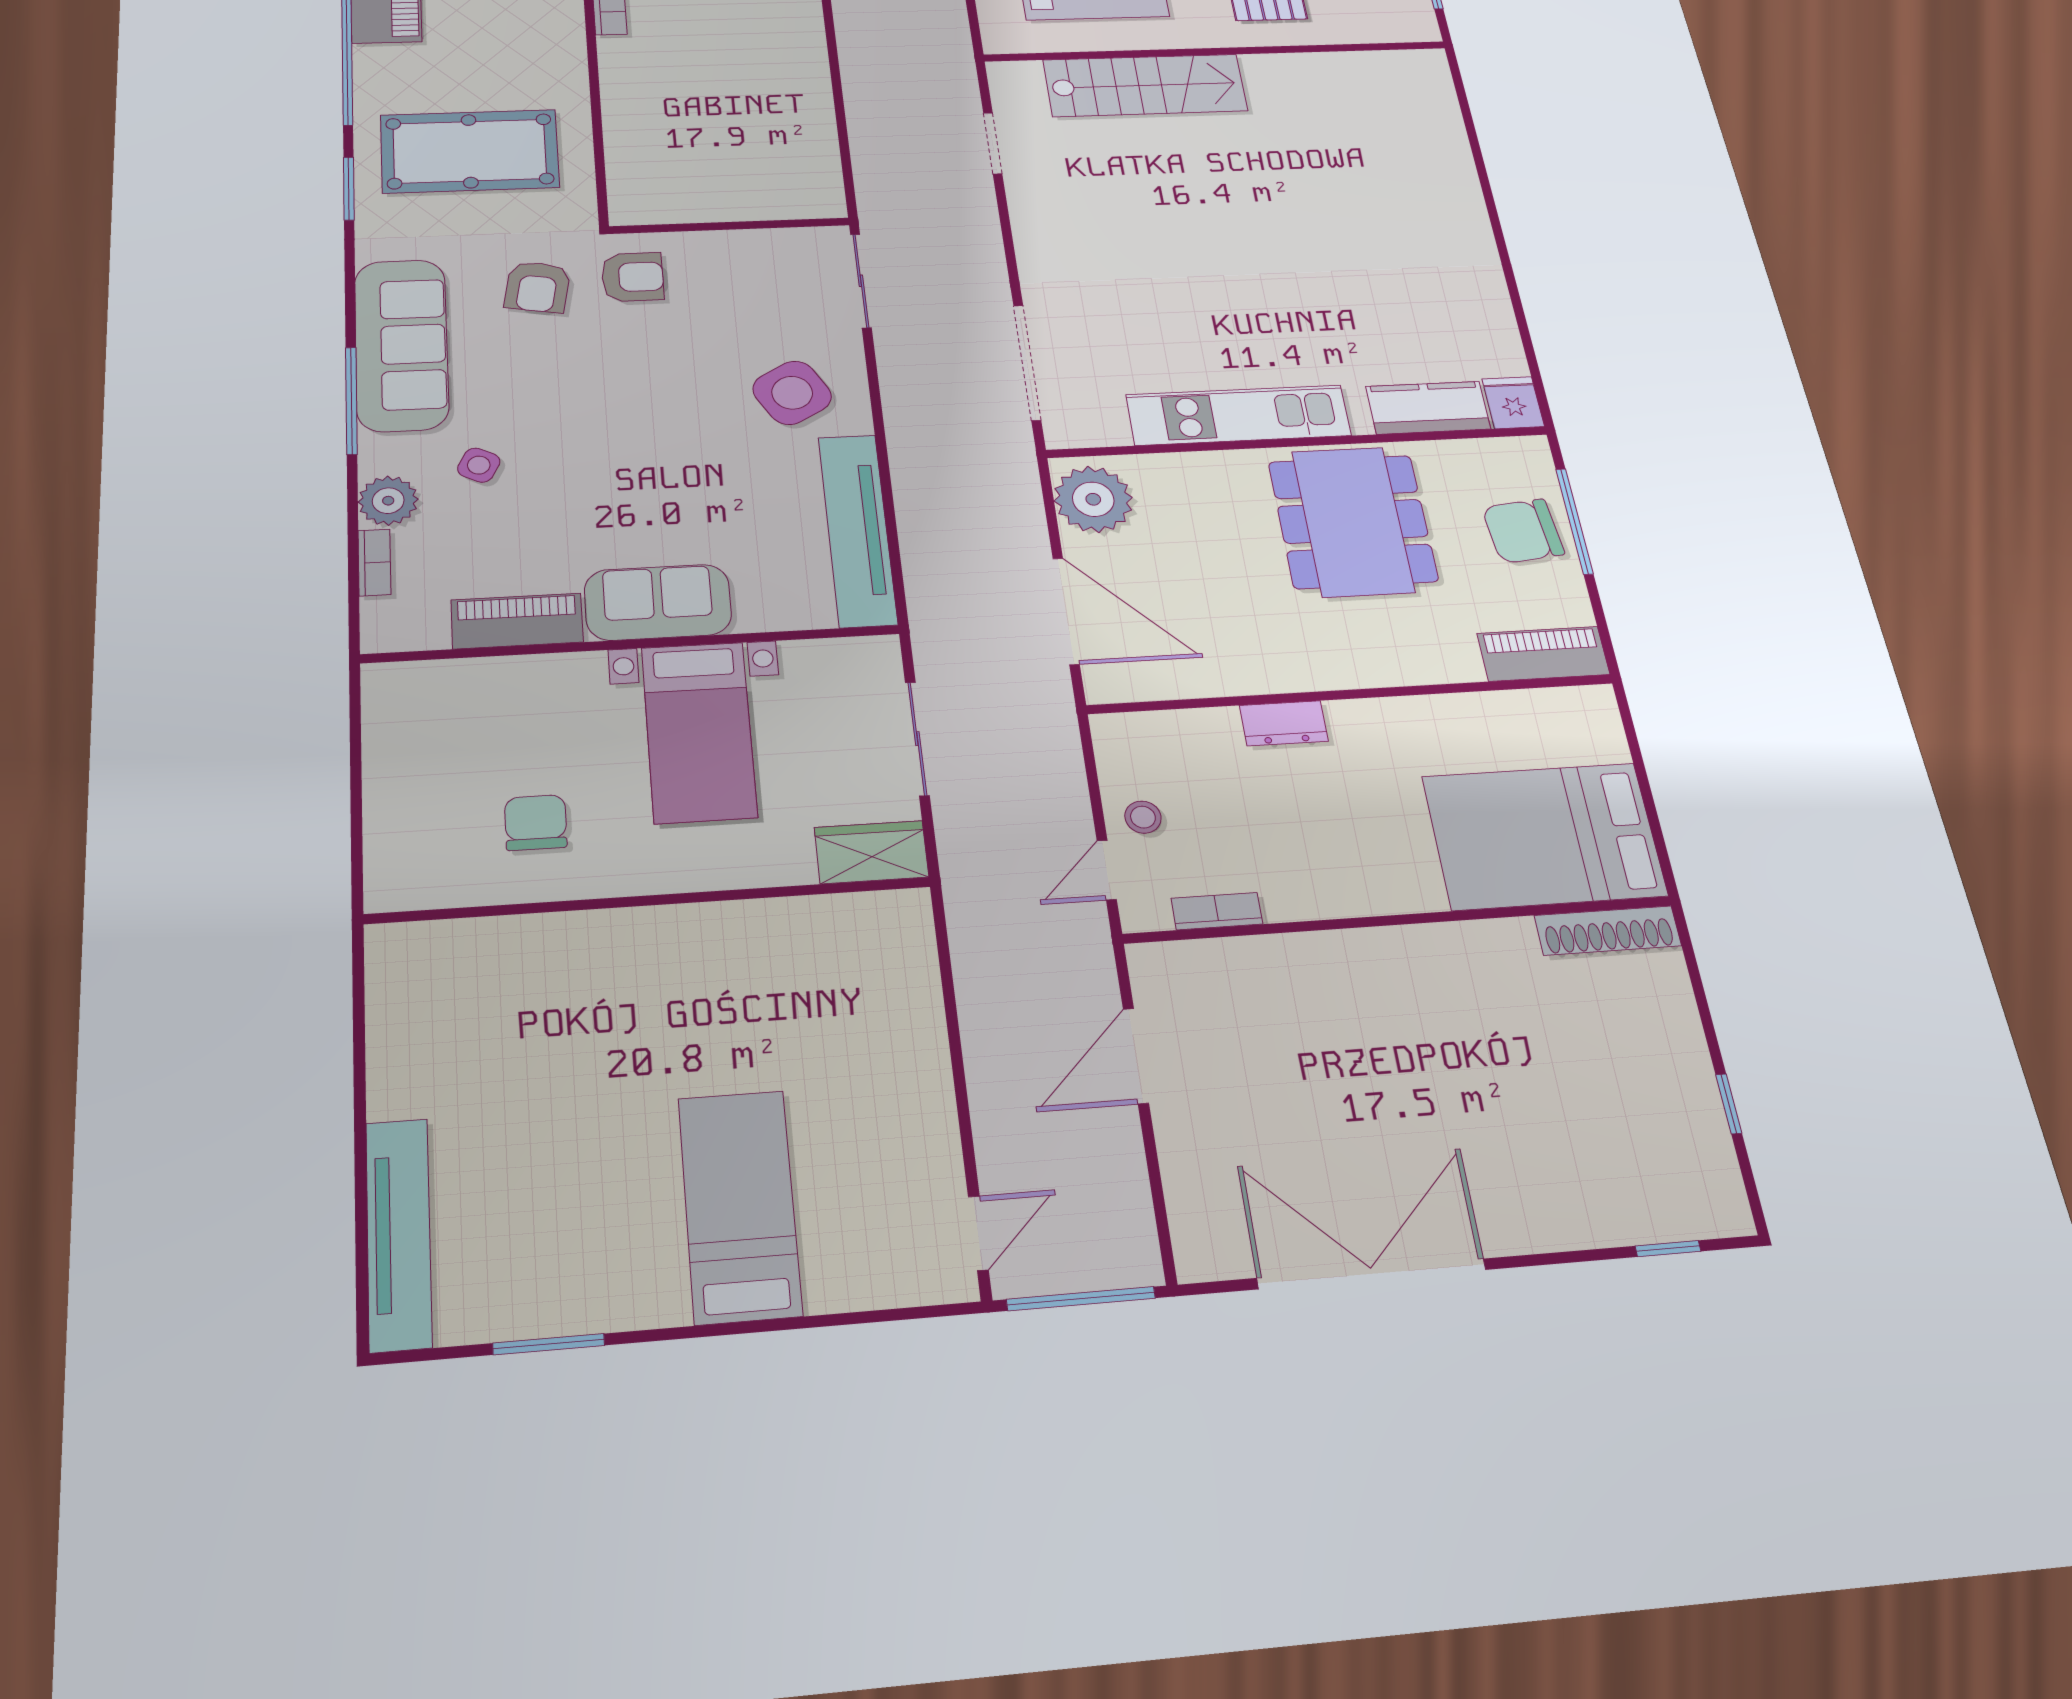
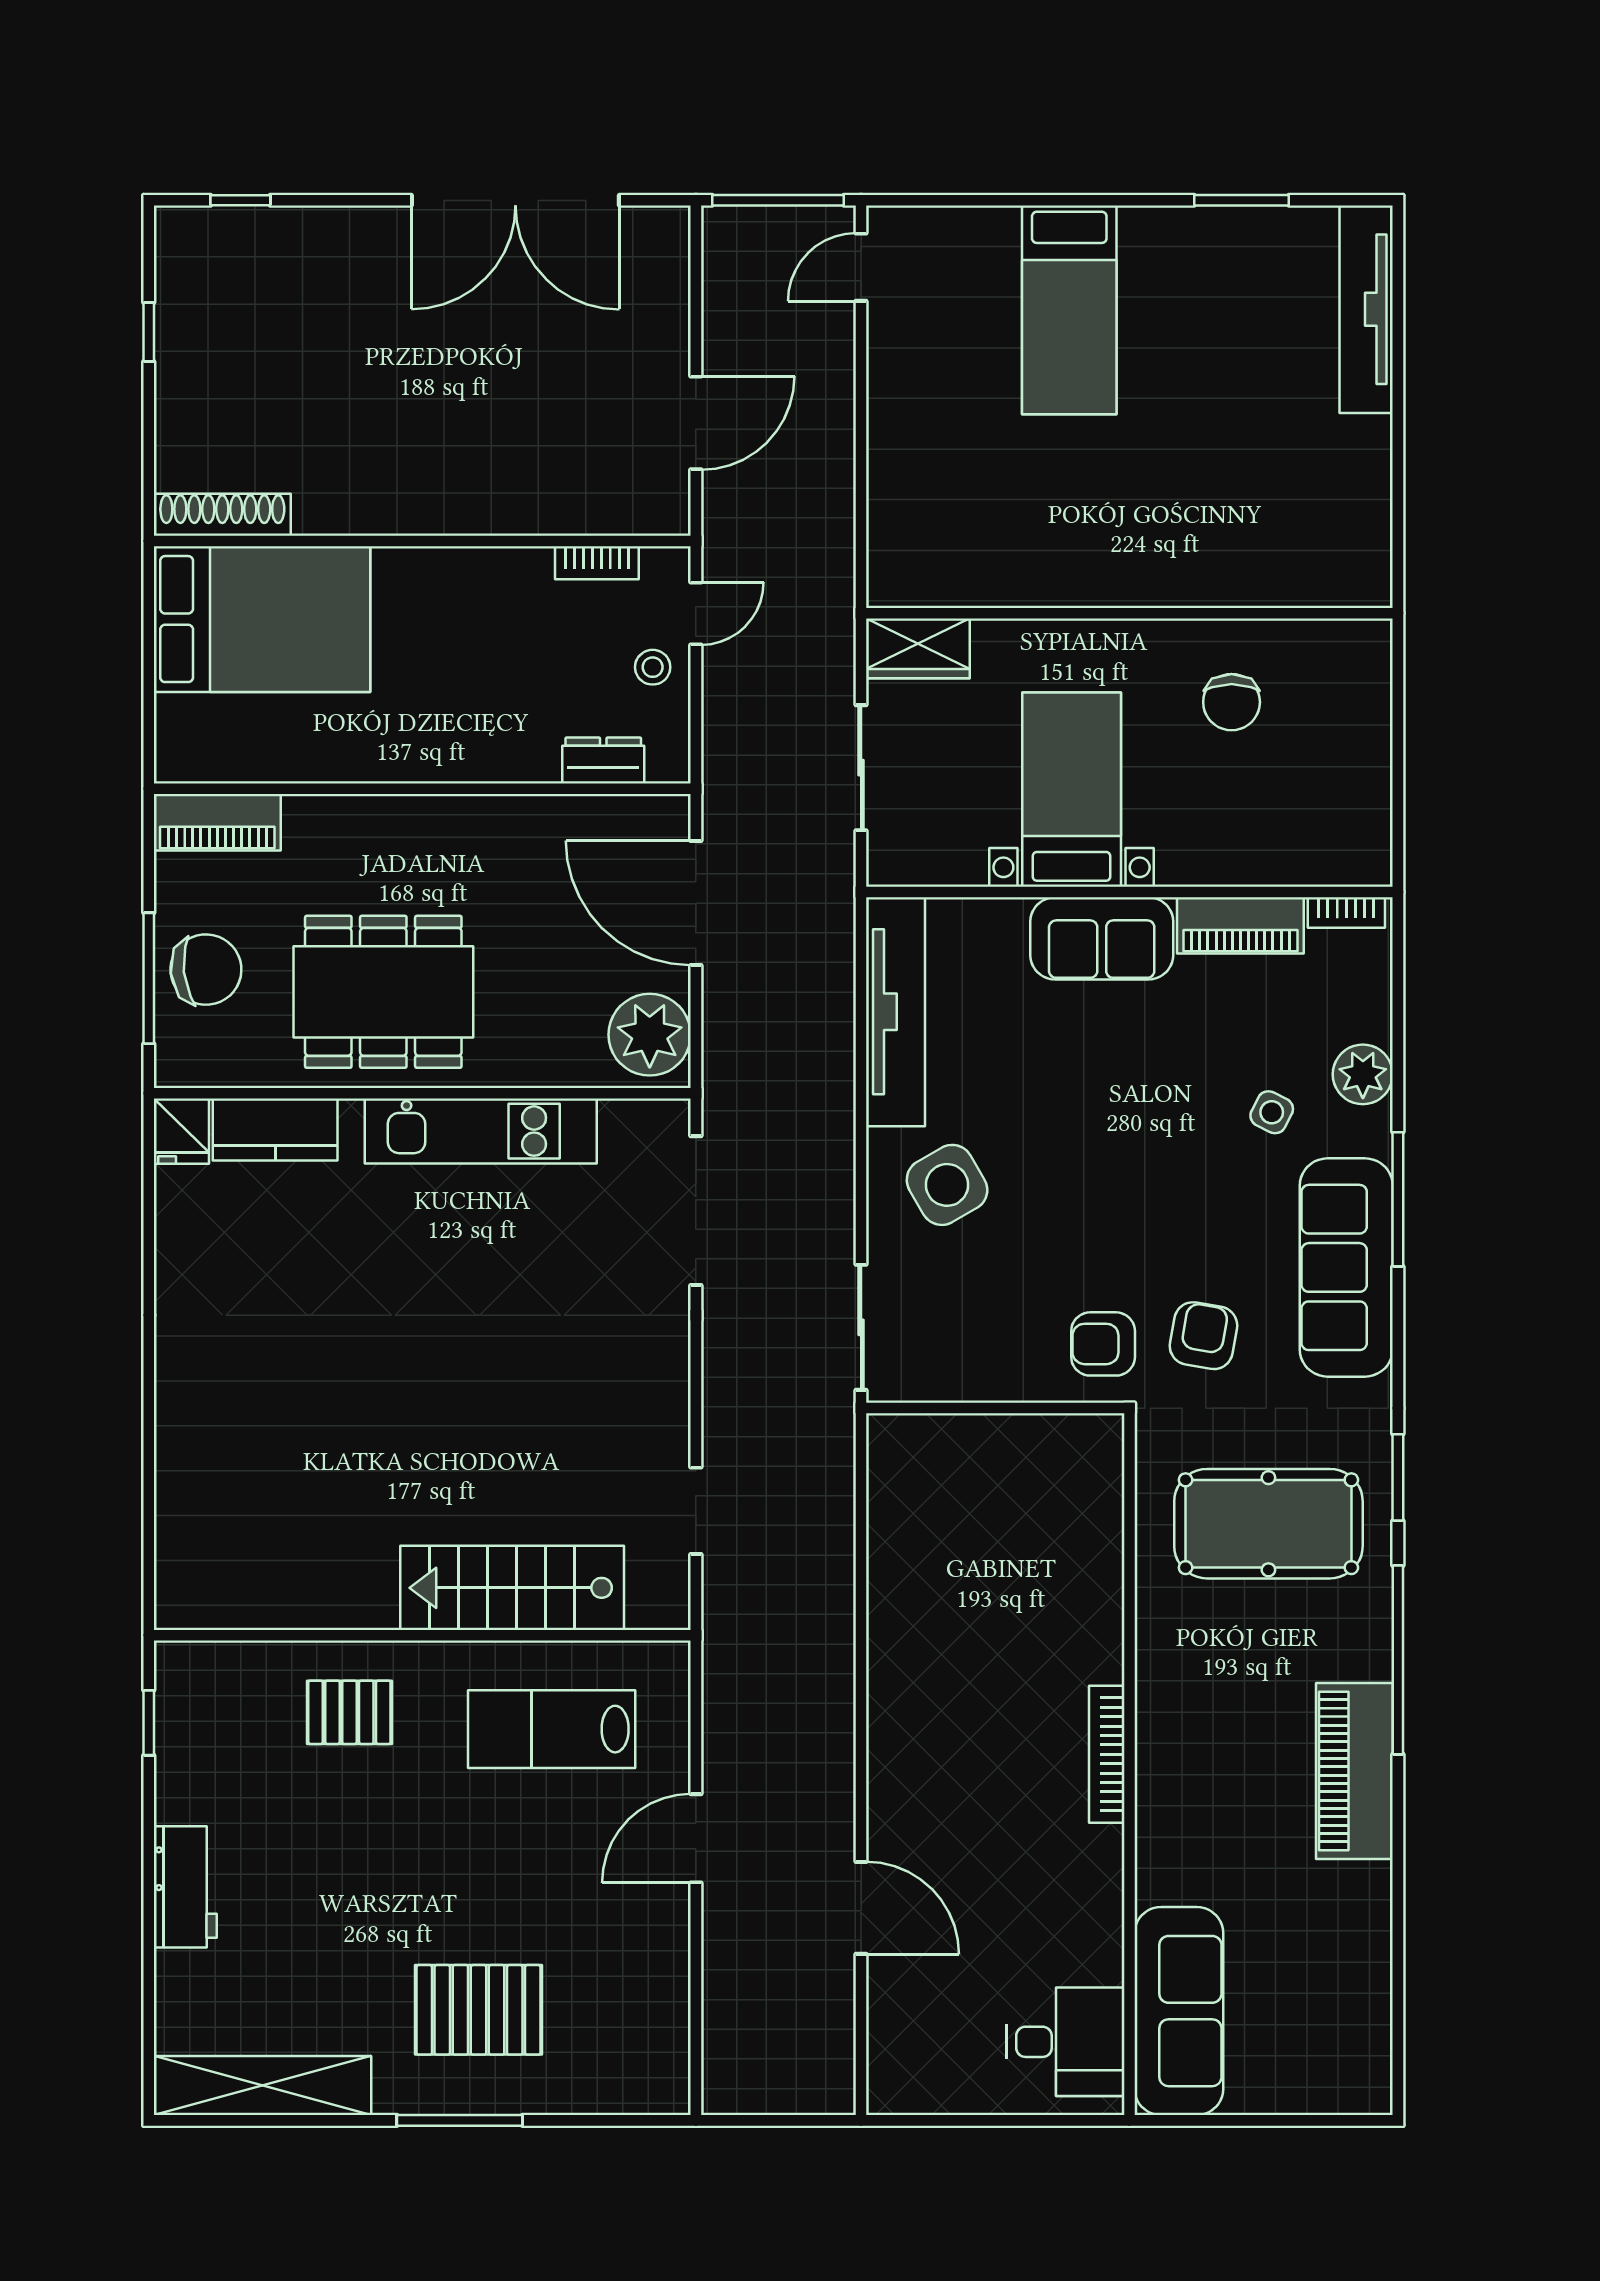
dining table: (1353, 521) -> (383, 992), turned 90
bookcase: (374, 562) -> (1346, 912), moved, turned -90
dresser: (1284, 723) -> (603, 760), moved

